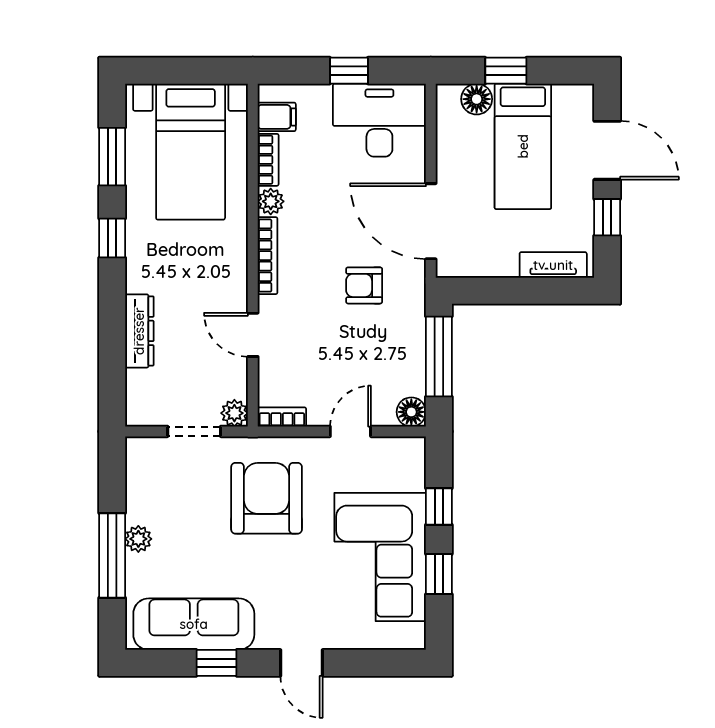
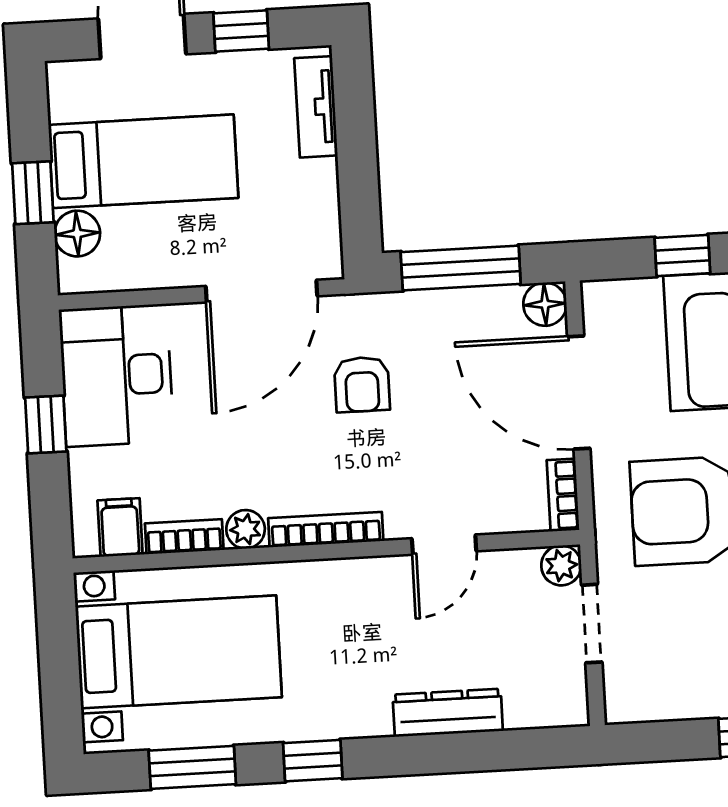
door: (350, 431) -> (579, 392), width x1.87

